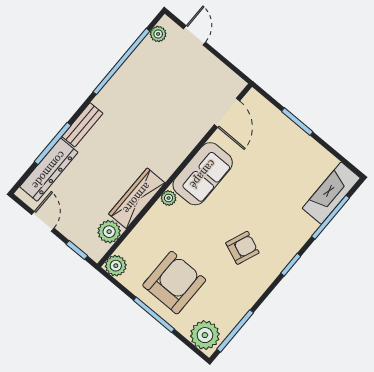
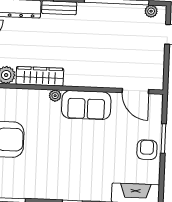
door: (227, 113) -> (135, 91), hinge flipped
armchair: (242, 248) -> (147, 150), moved, turned -112

